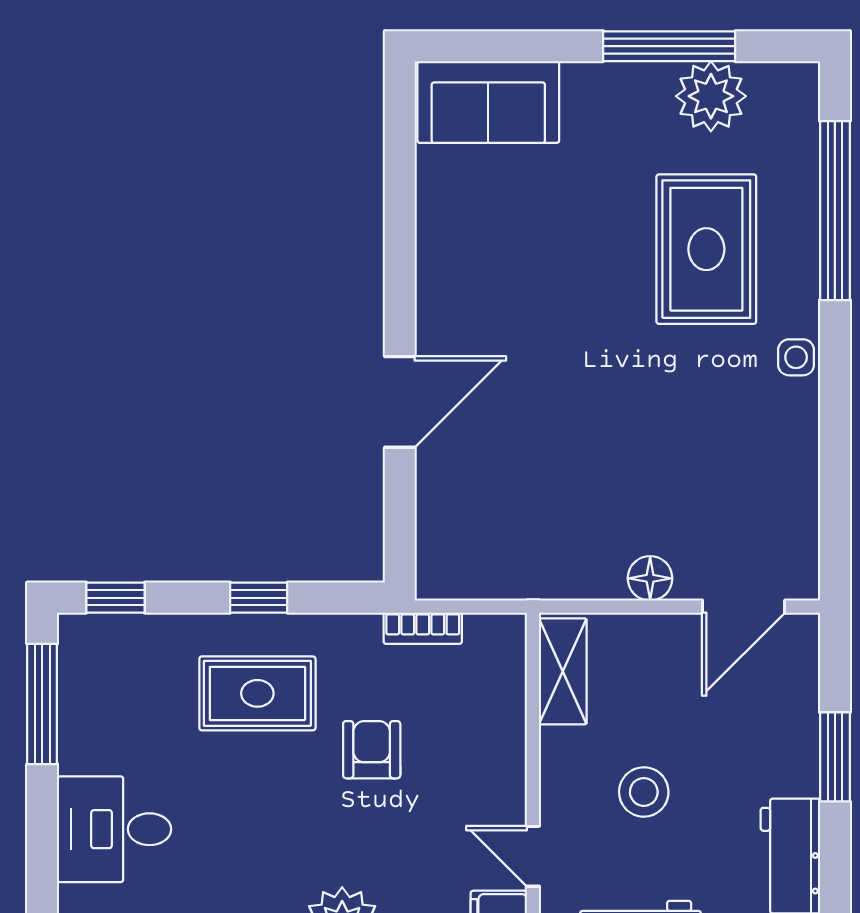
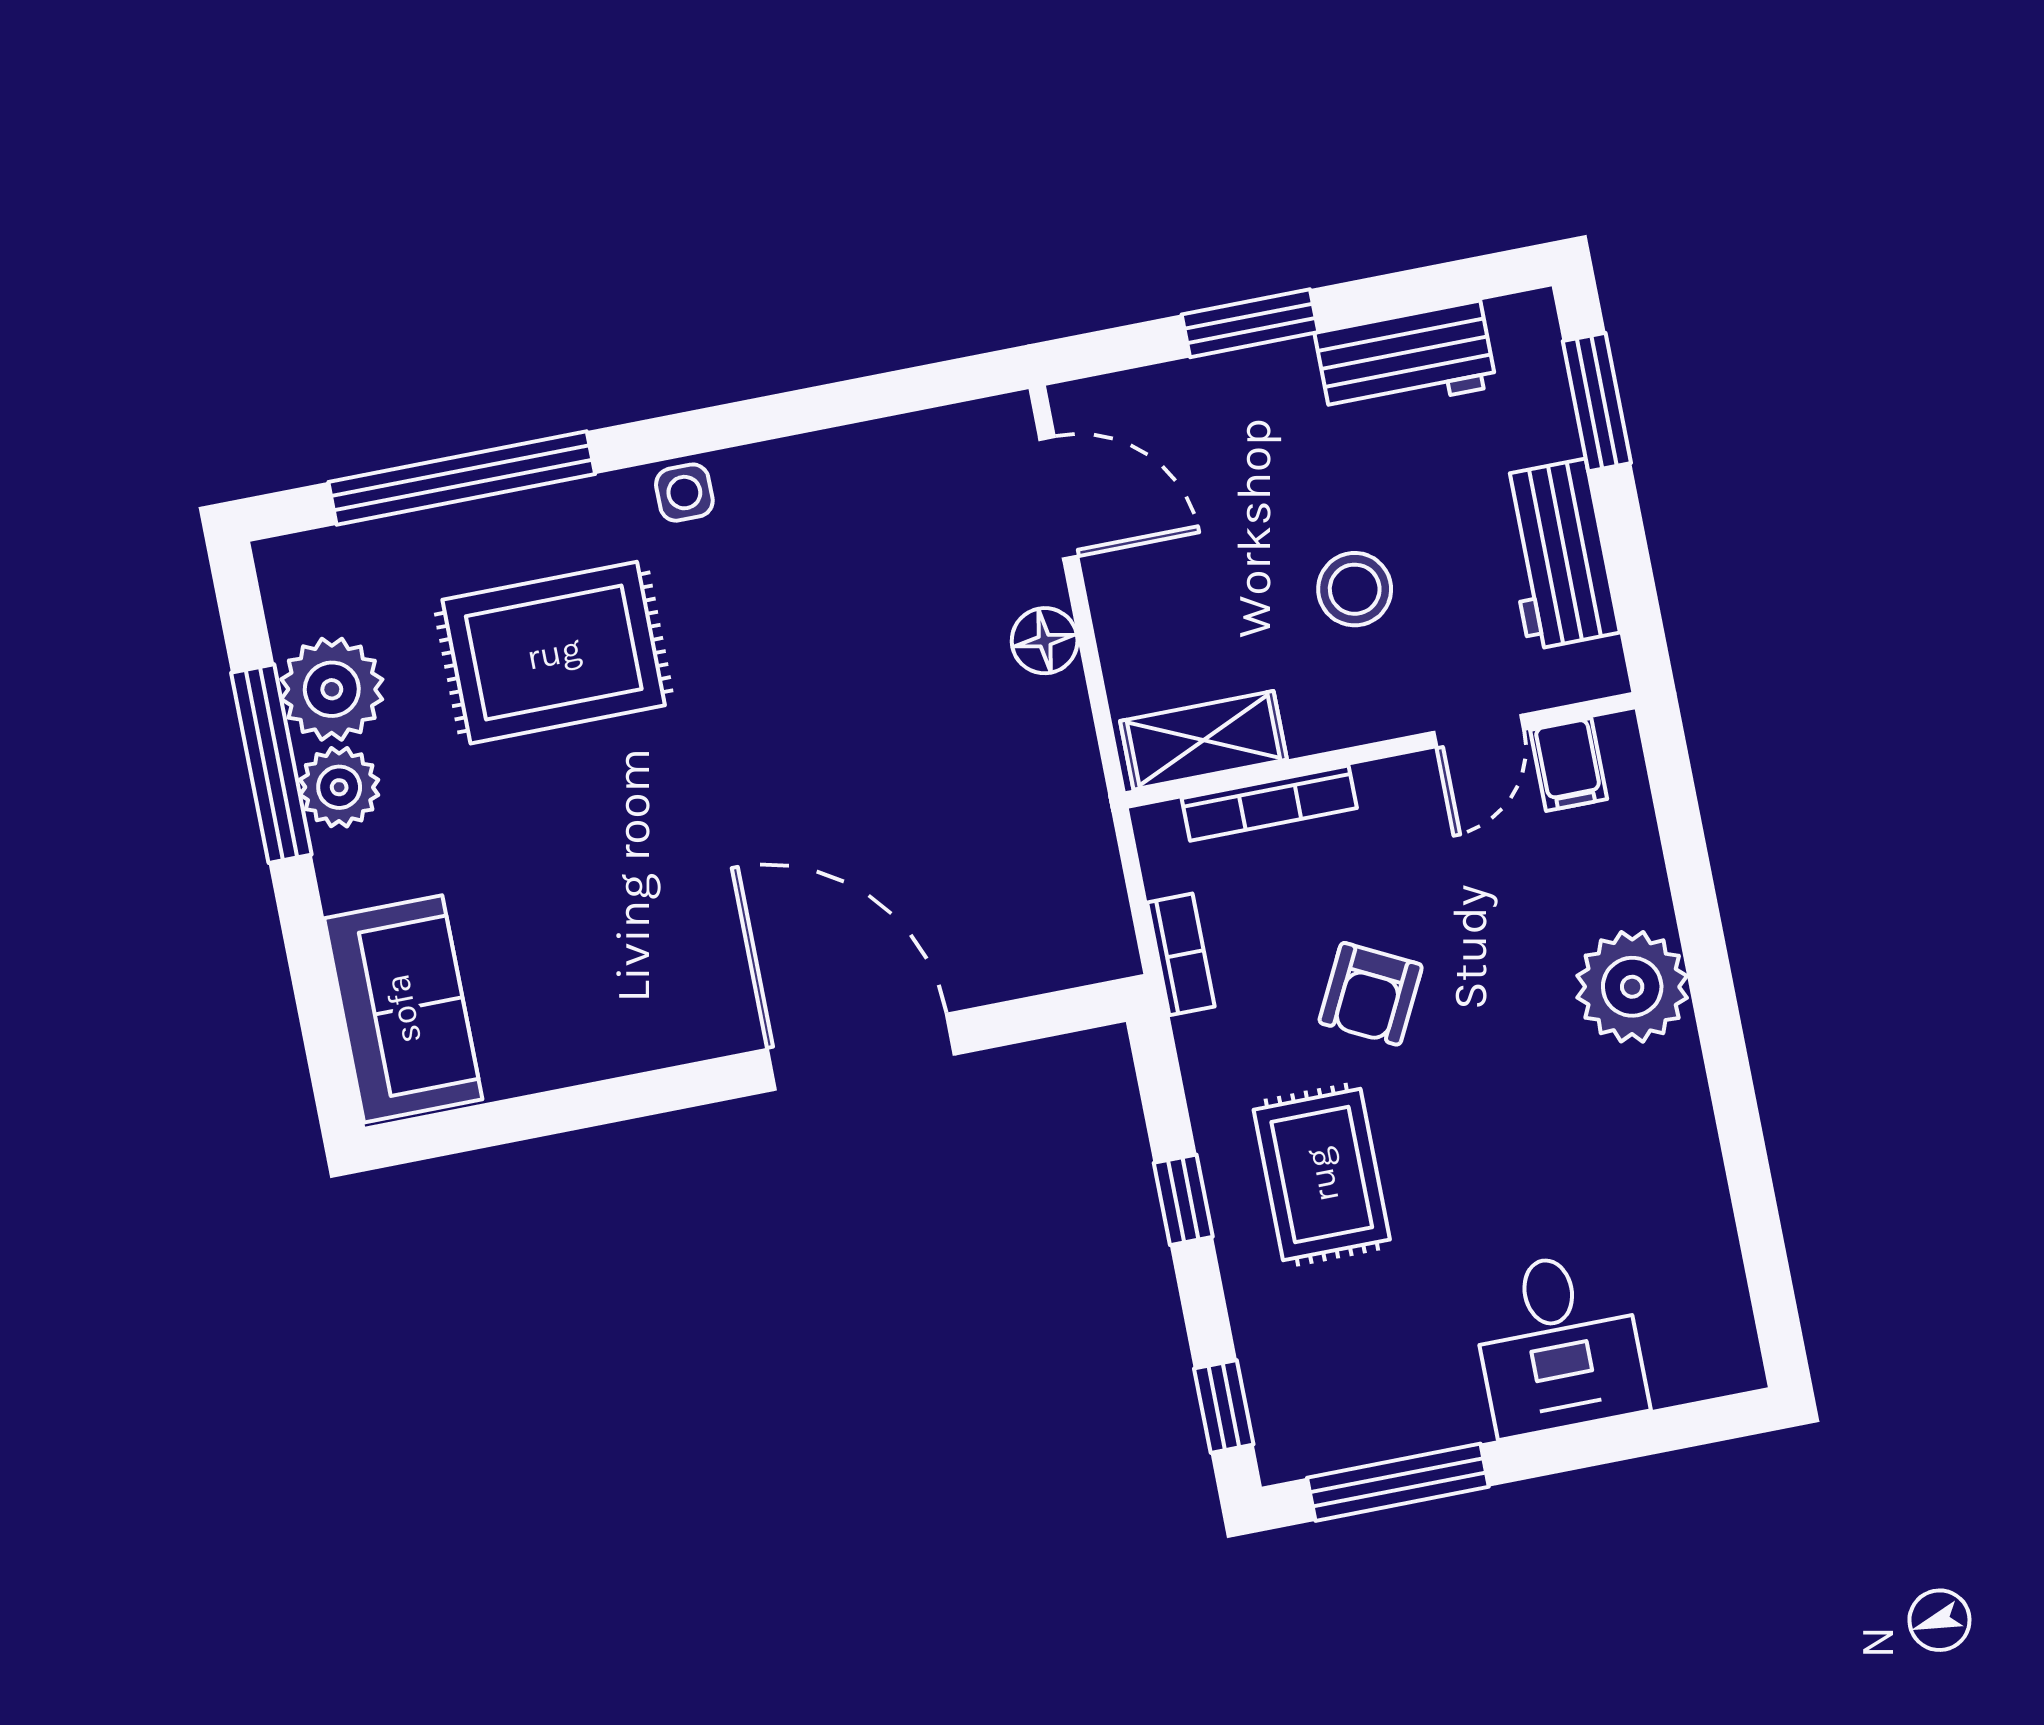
plant: (645, 88) -> (339, 787), added
door: (400, 402) -> (861, 1052), width x1.36
bookcase: (512, 707) -> (1269, 803), added
armchair: (372, 750) -> (1371, 994), turned -63

